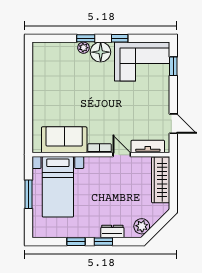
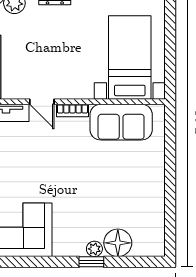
window: (120, 38) -> (45, 262), removed
floor lamp: (101, 52) -> (118, 243), moved
window: (28, 194) -> (170, 47), removed

